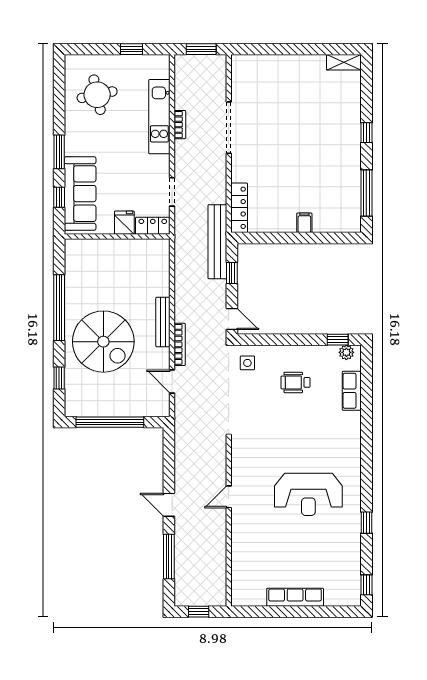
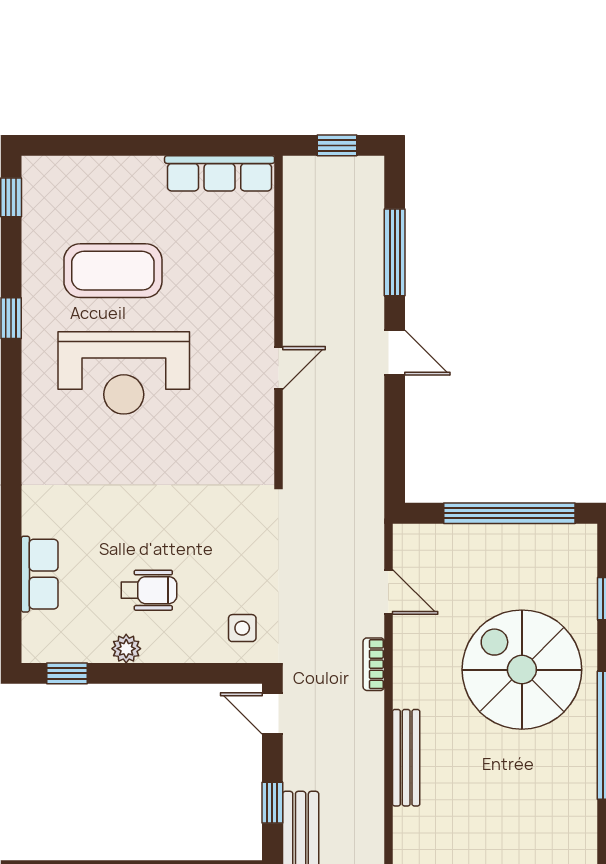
bench: (163, 322) -> (406, 758), moved
bookcase: (180, 344) -> (374, 664), width x0.64
plant: (346, 352) -> (126, 649), moved
reception desk: (308, 494) -> (124, 373), turned 180
coffee table: (314, 547) -> (113, 271), added
row of seats: (295, 597) -> (220, 173), moved

